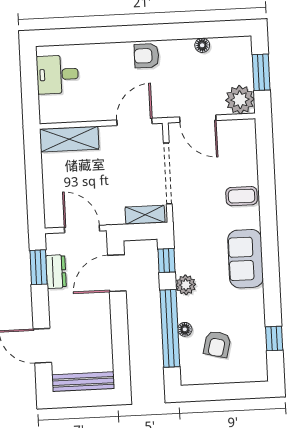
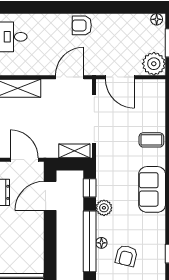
floor lamp: (202, 45) -> (157, 19), moved

